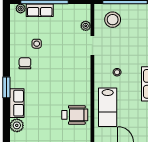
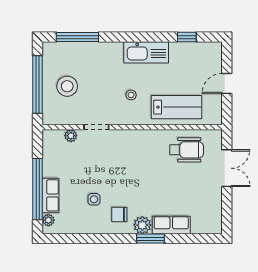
stool: (113, 20) -> (67, 86), moved
wheelchair: (75, 115) -> (187, 150), turned 90
plant: (17, 125) -> (142, 225), moved

